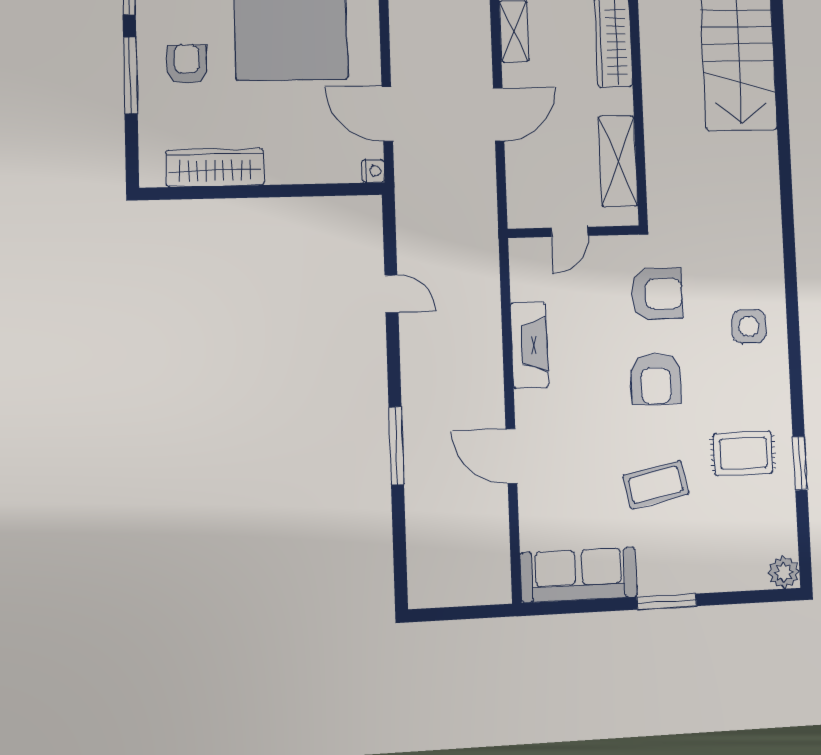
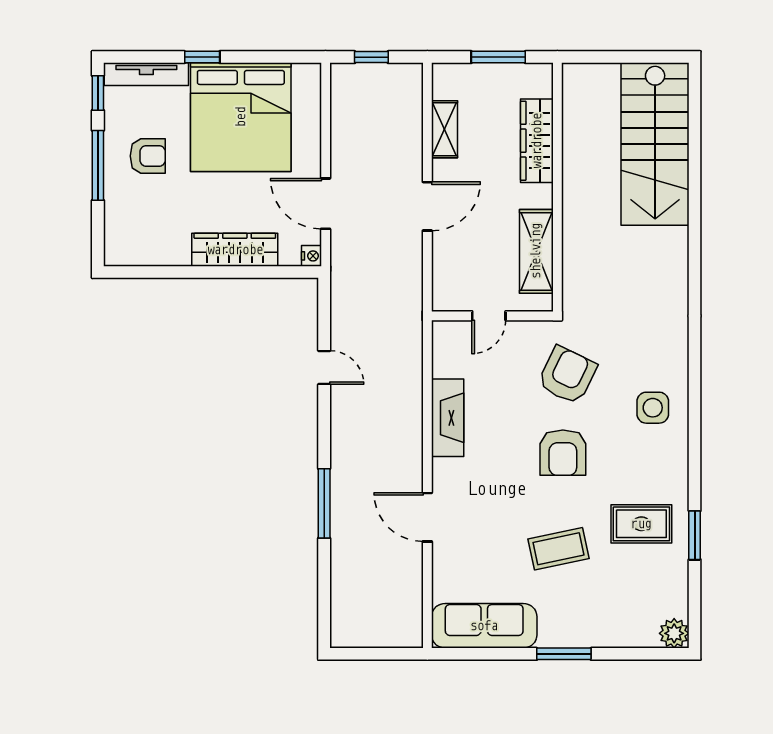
armchair: (187, 64) -> (148, 156), turned 90
wardrobe: (215, 168) -> (235, 250), moved
armchair: (657, 294) -> (567, 375), turned -64

